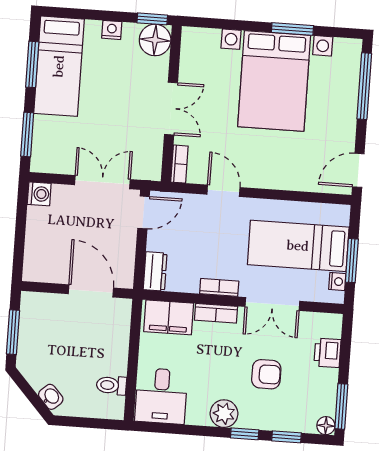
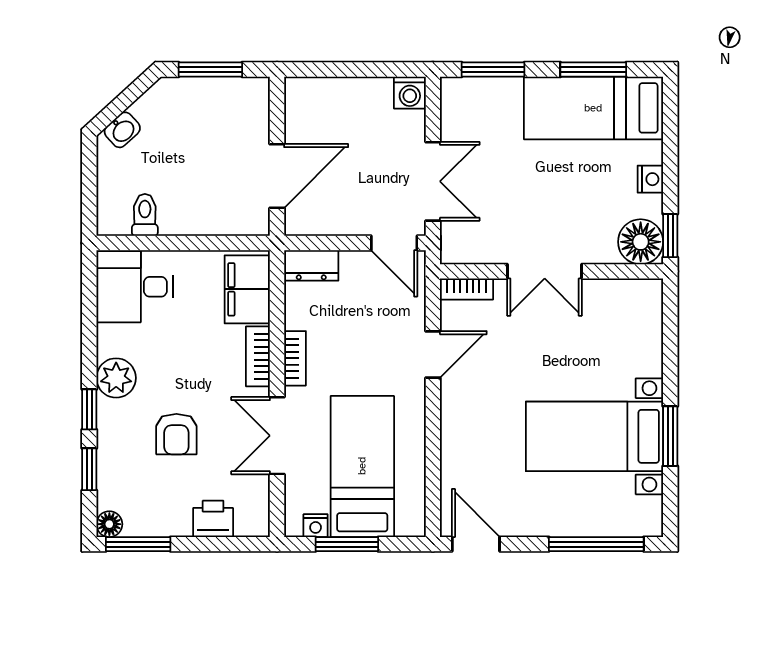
bed with nightstands: (274, 81) -> (594, 436), width x0.73

